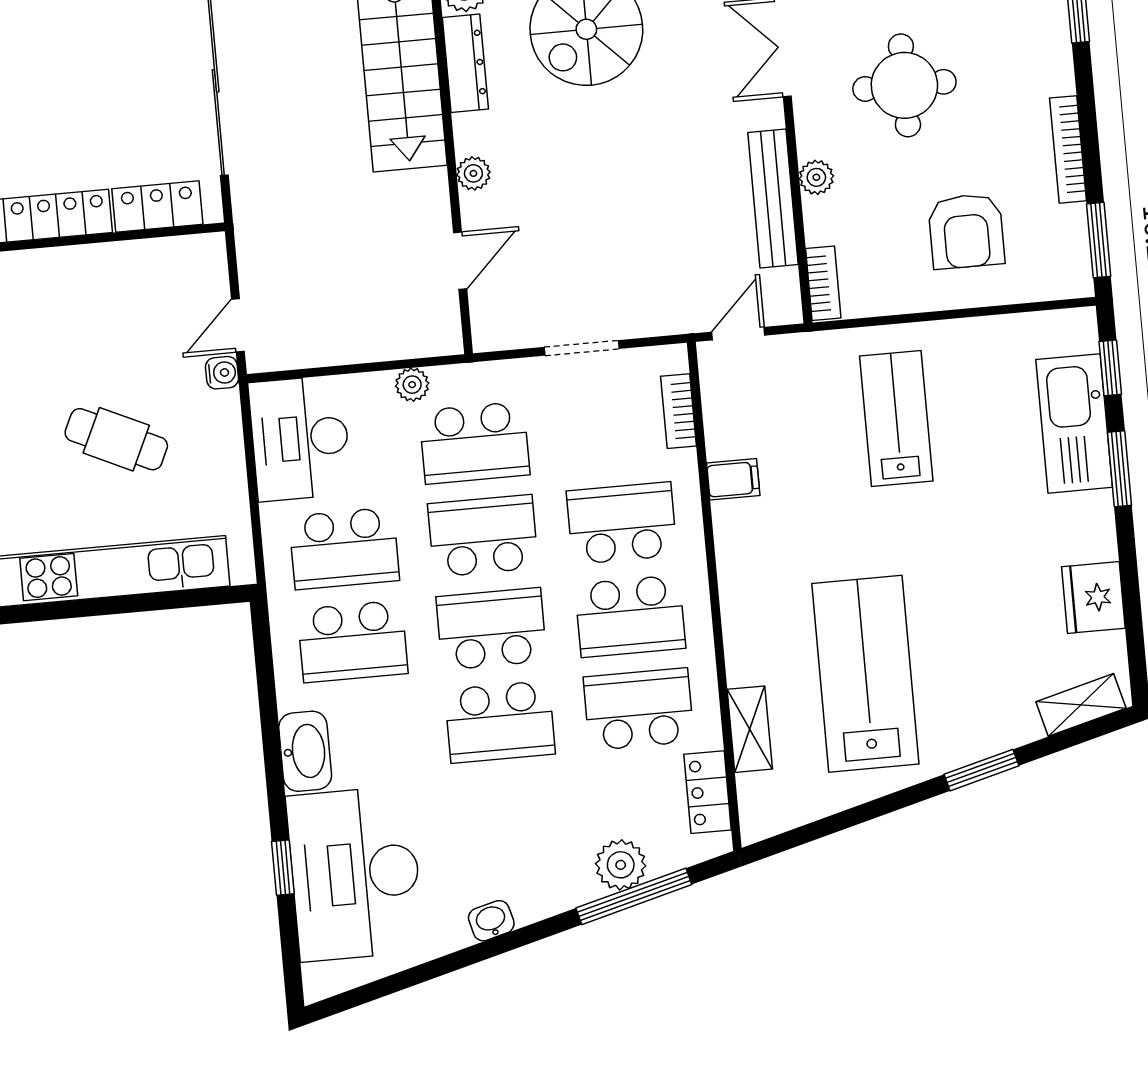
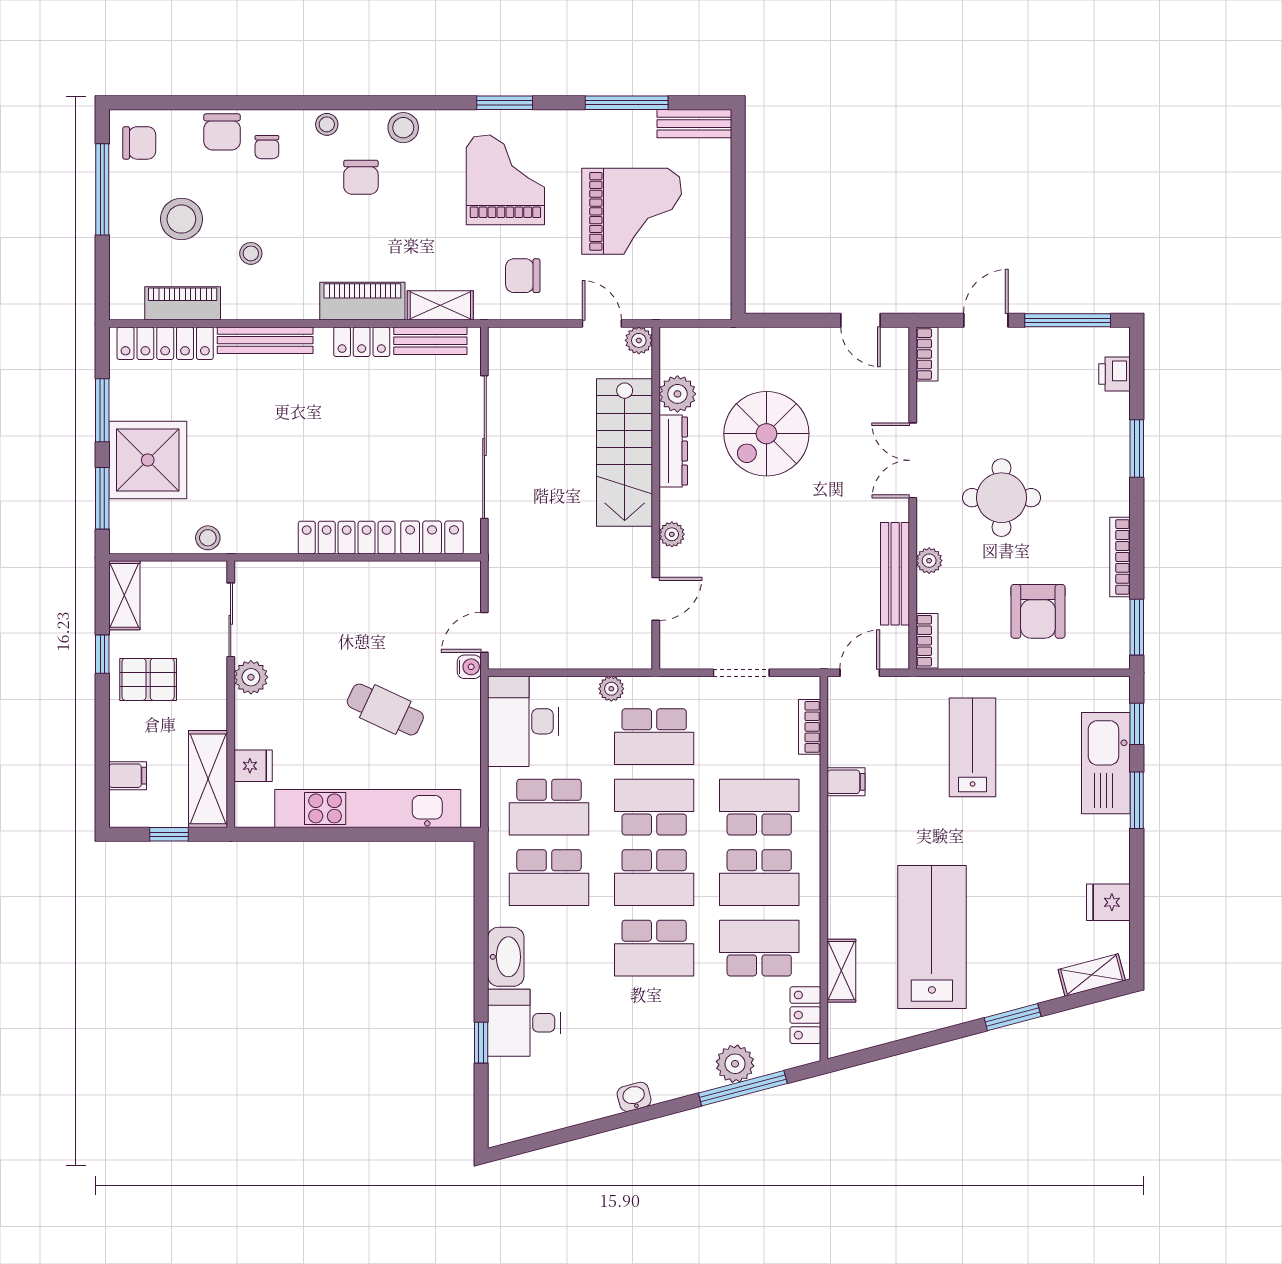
fridge: (1093, 598) -> (1108, 902), width x0.72
school desk: (491, 629) -> (654, 878), turned 180
desk: (355, 874) -> (524, 1023), width x0.53, depth x0.77

